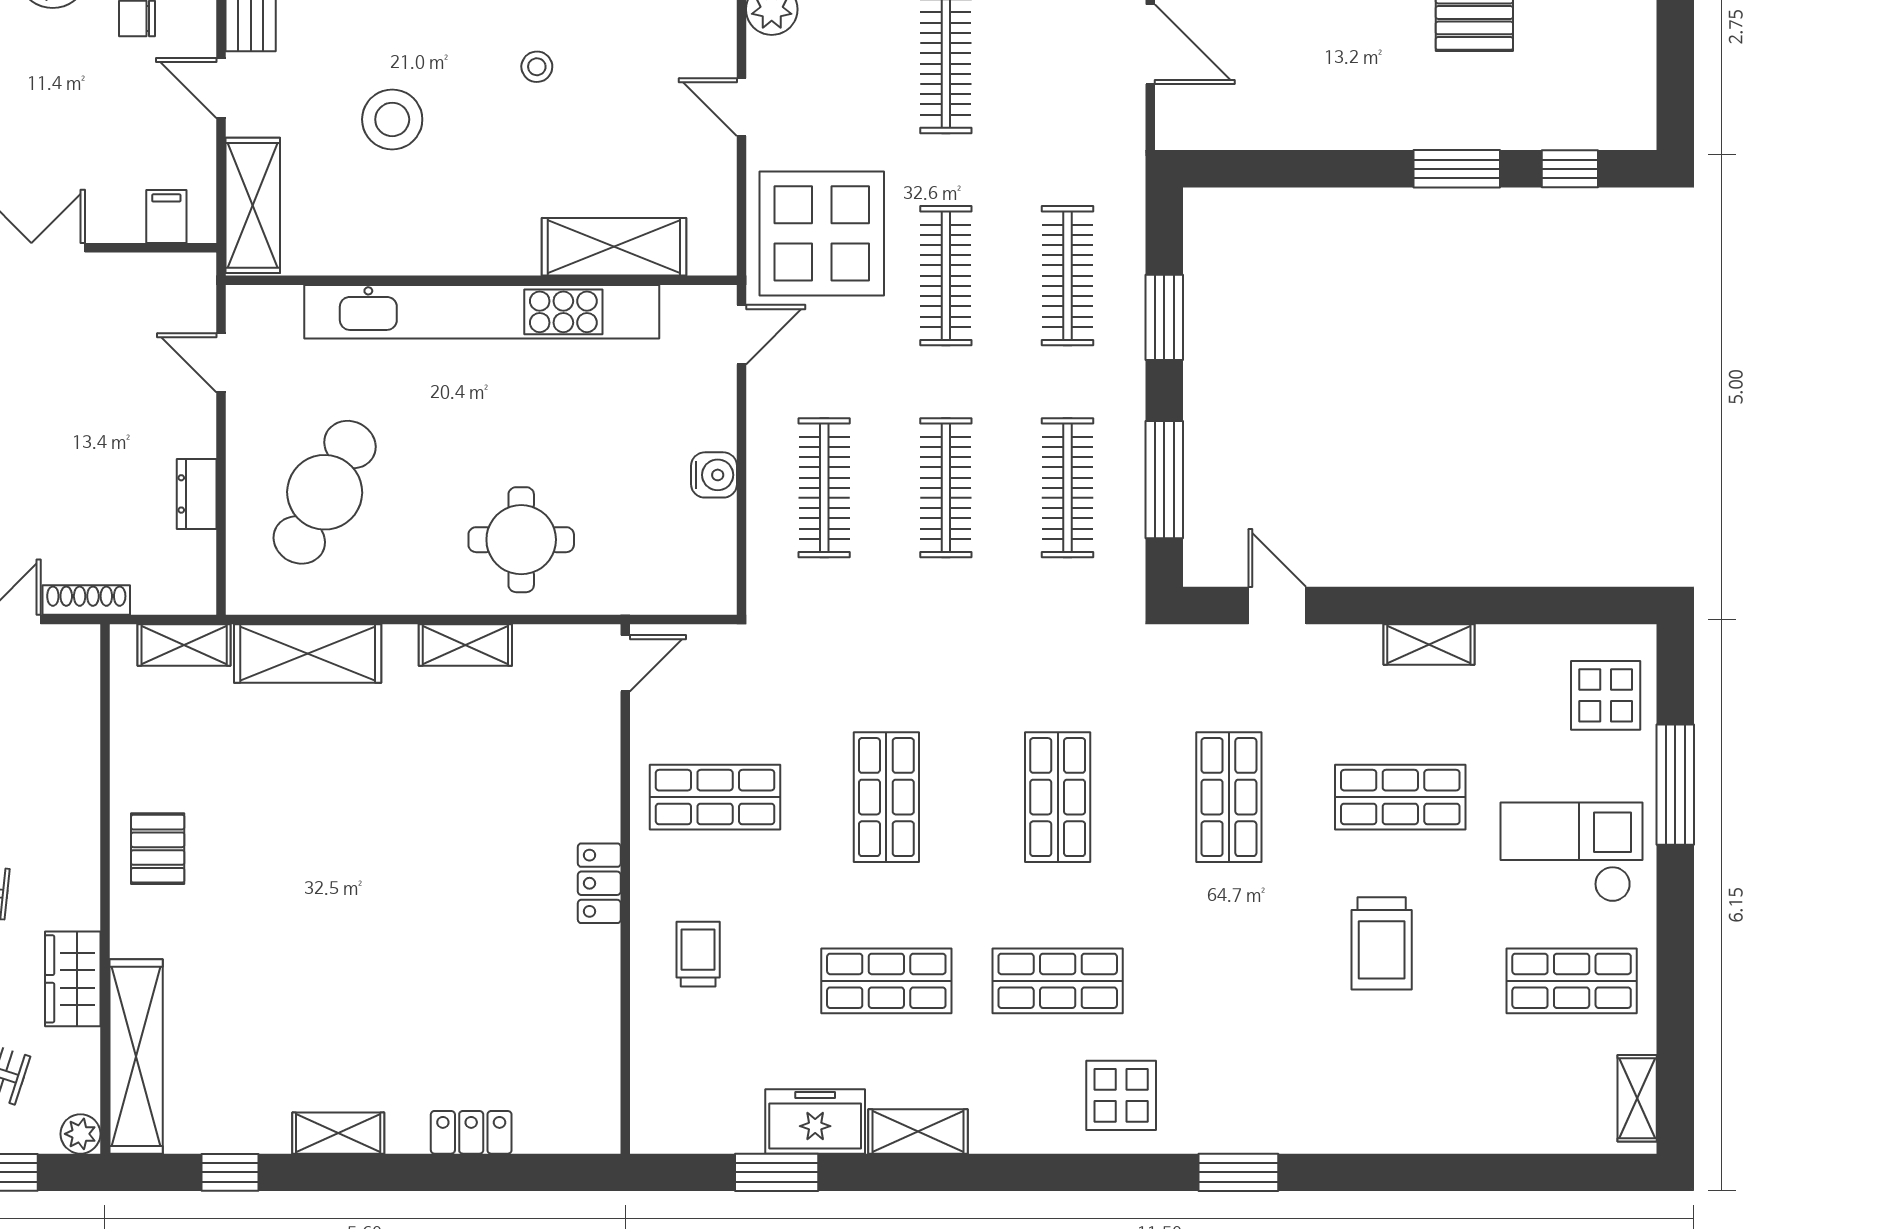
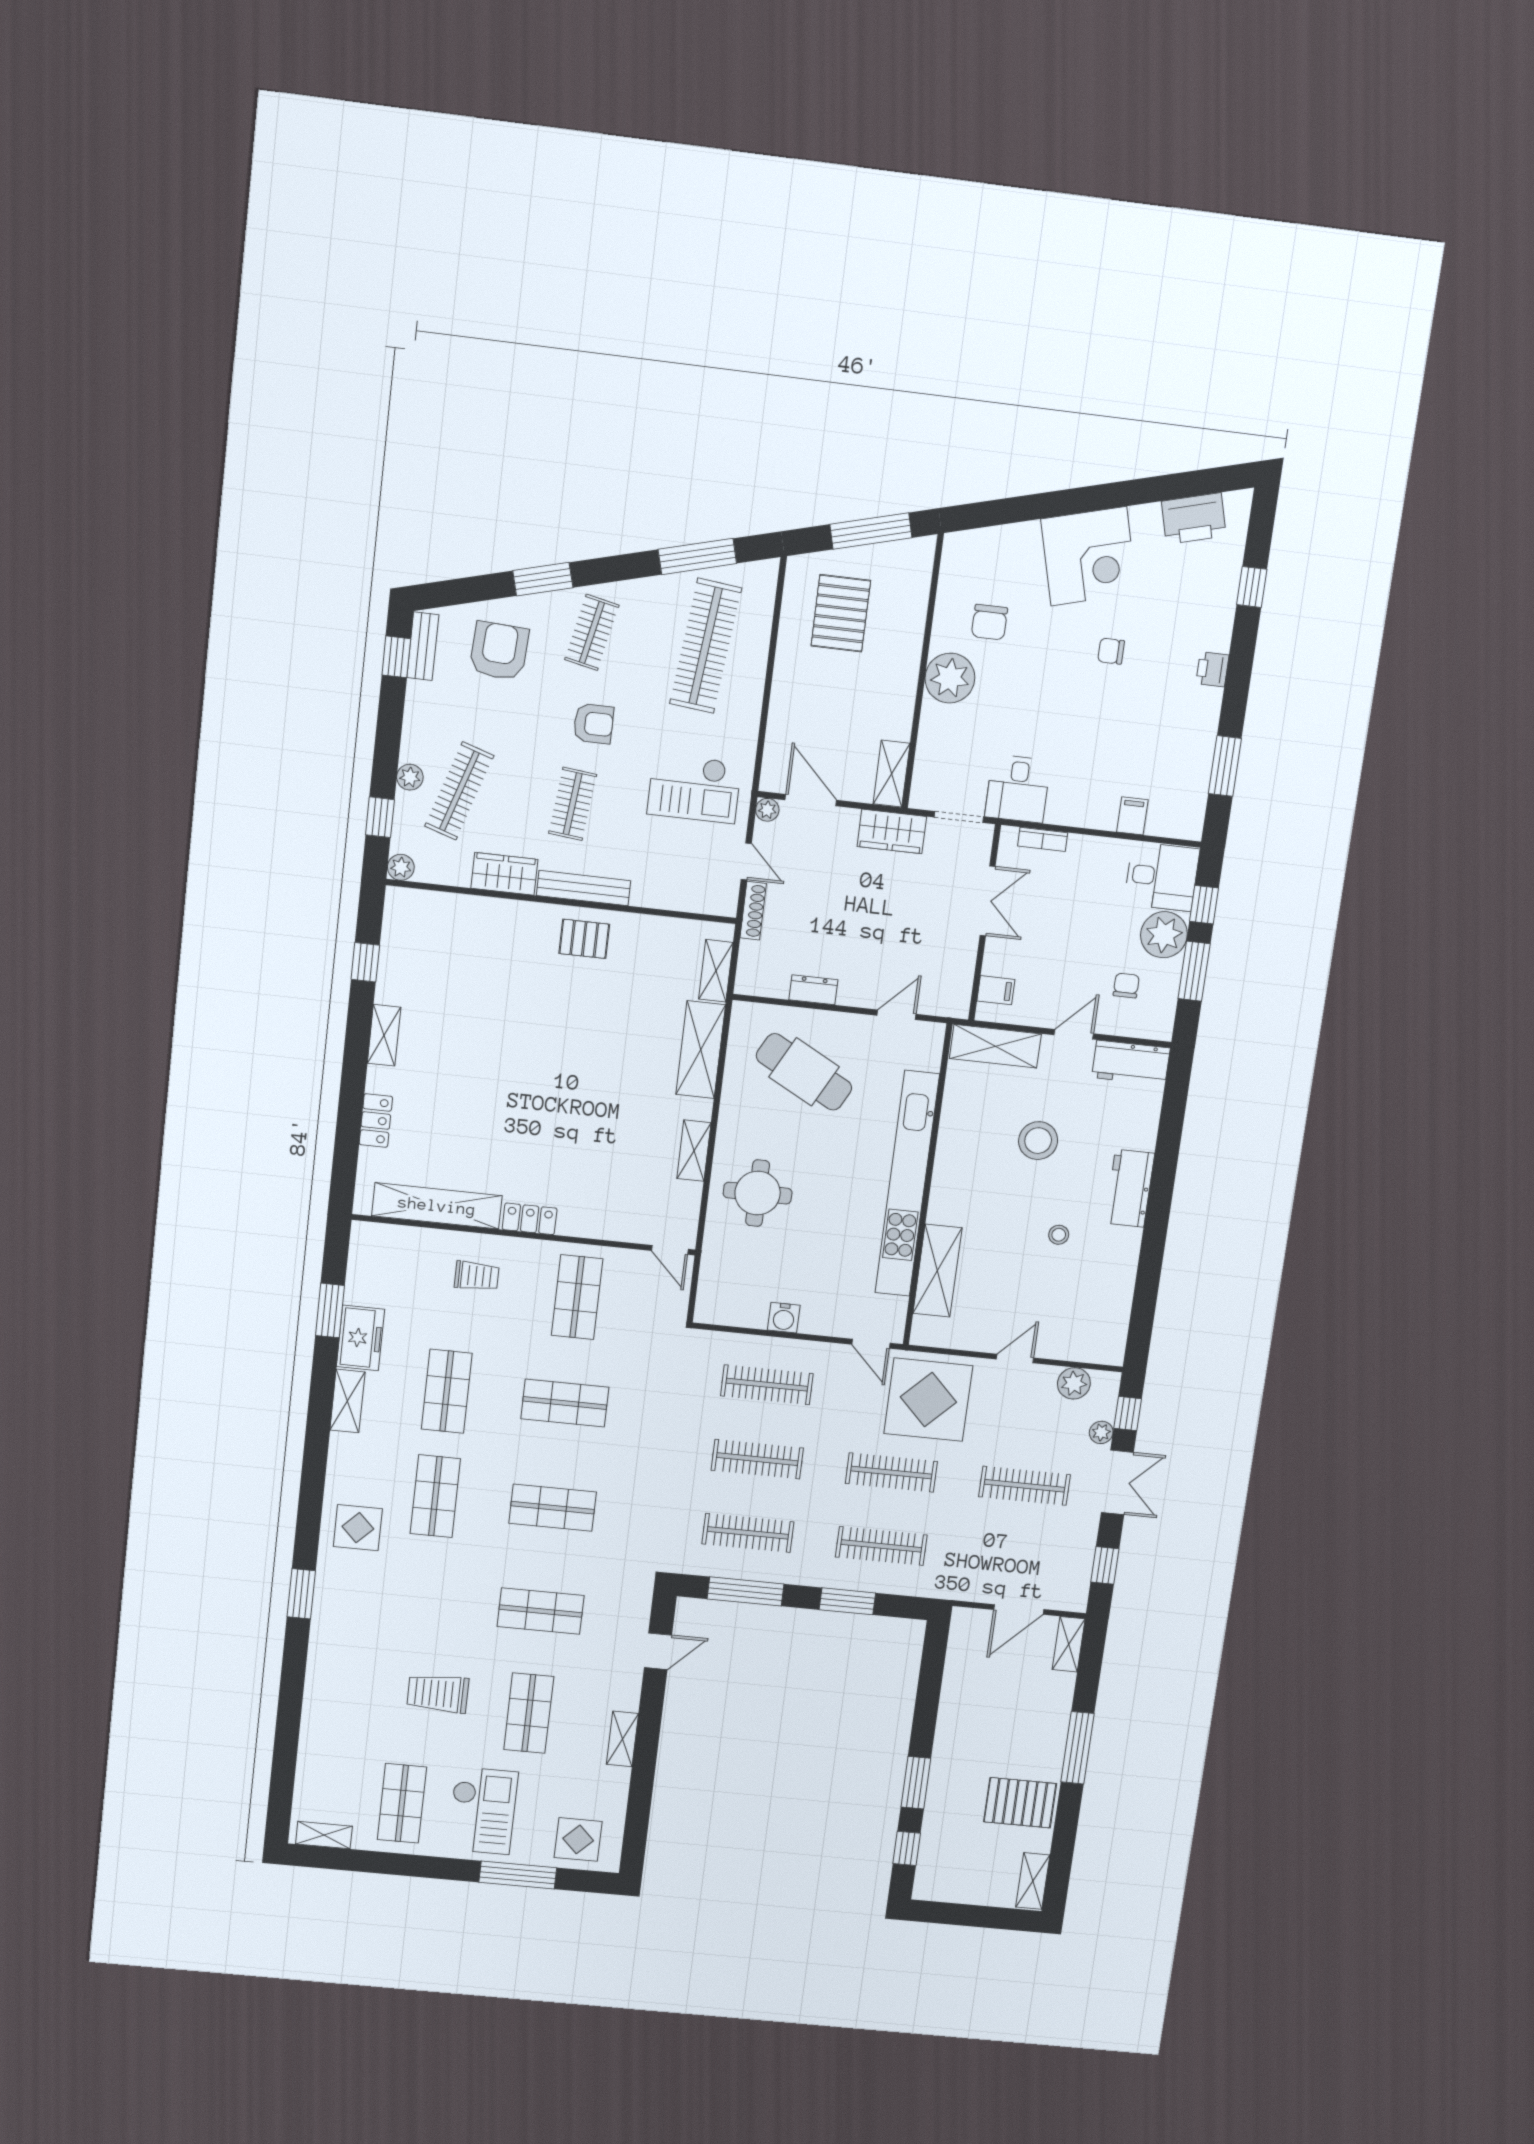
bench: (81, 858) -> (584, 888), added
shelving: (136, 1056) -> (437, 1206), moved

